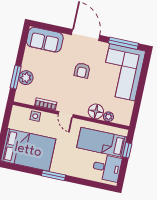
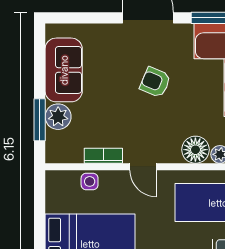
sofa: (45, 40) -> (64, 70), moved, turned -90
armchair: (82, 70) -> (155, 82), turned 113

